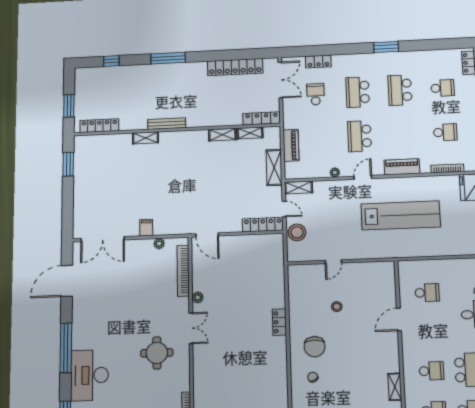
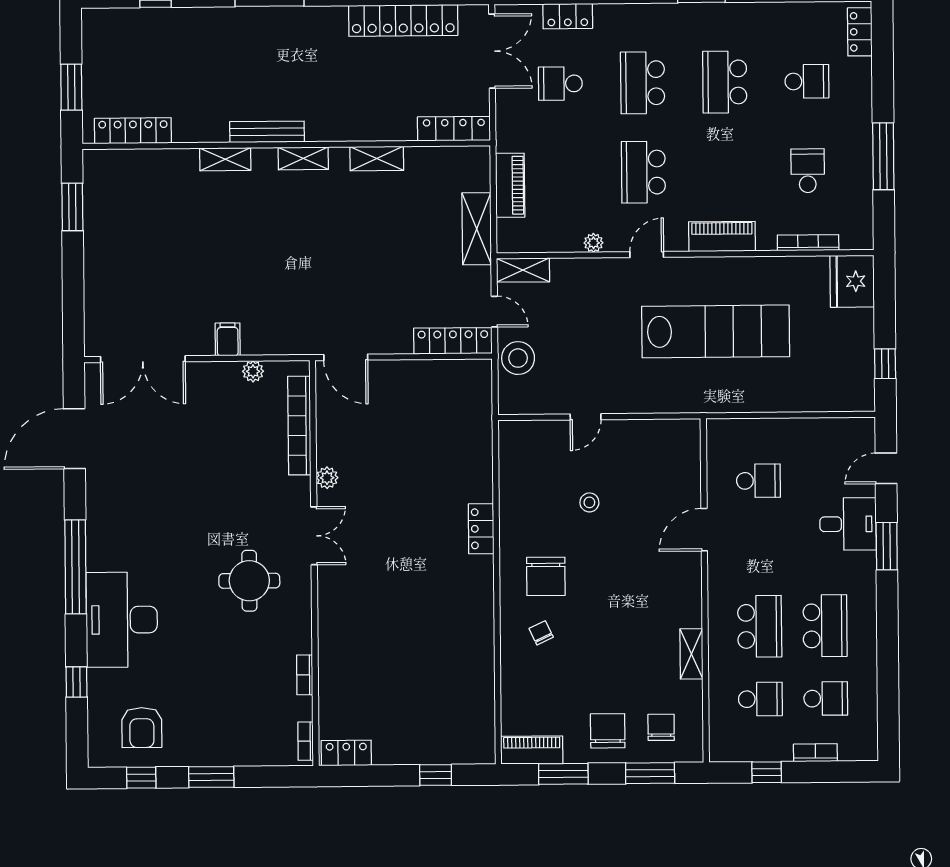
school desk: (316, 94) -> (560, 84), turned -90
school desk: (445, 132) -> (808, 171), turned -90
shelving: (250, 133) -> (303, 158), moved
school desk: (431, 371) -> (760, 626), width x1.85

